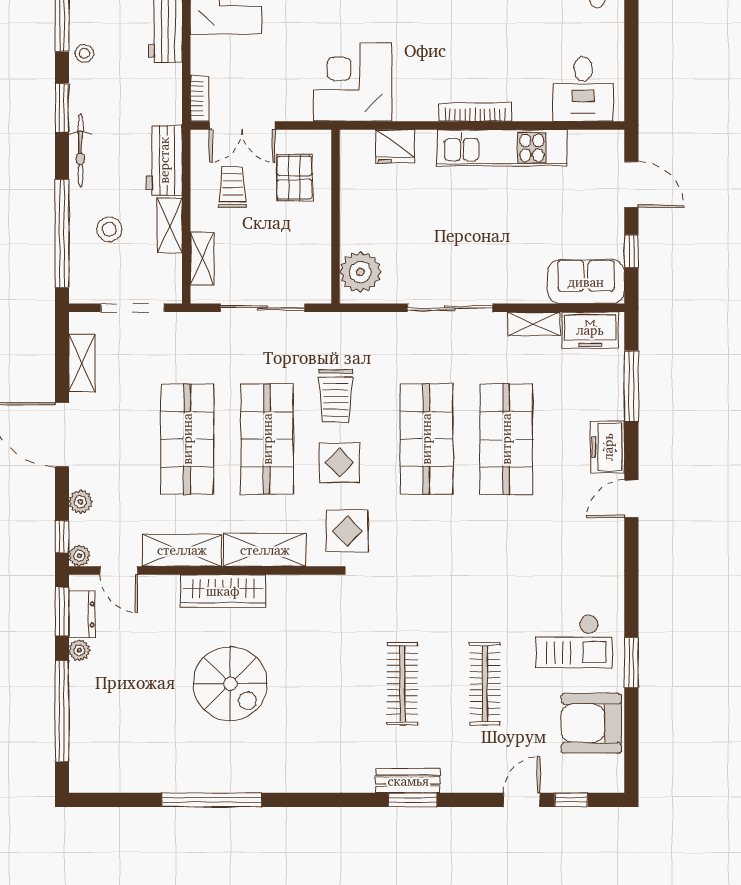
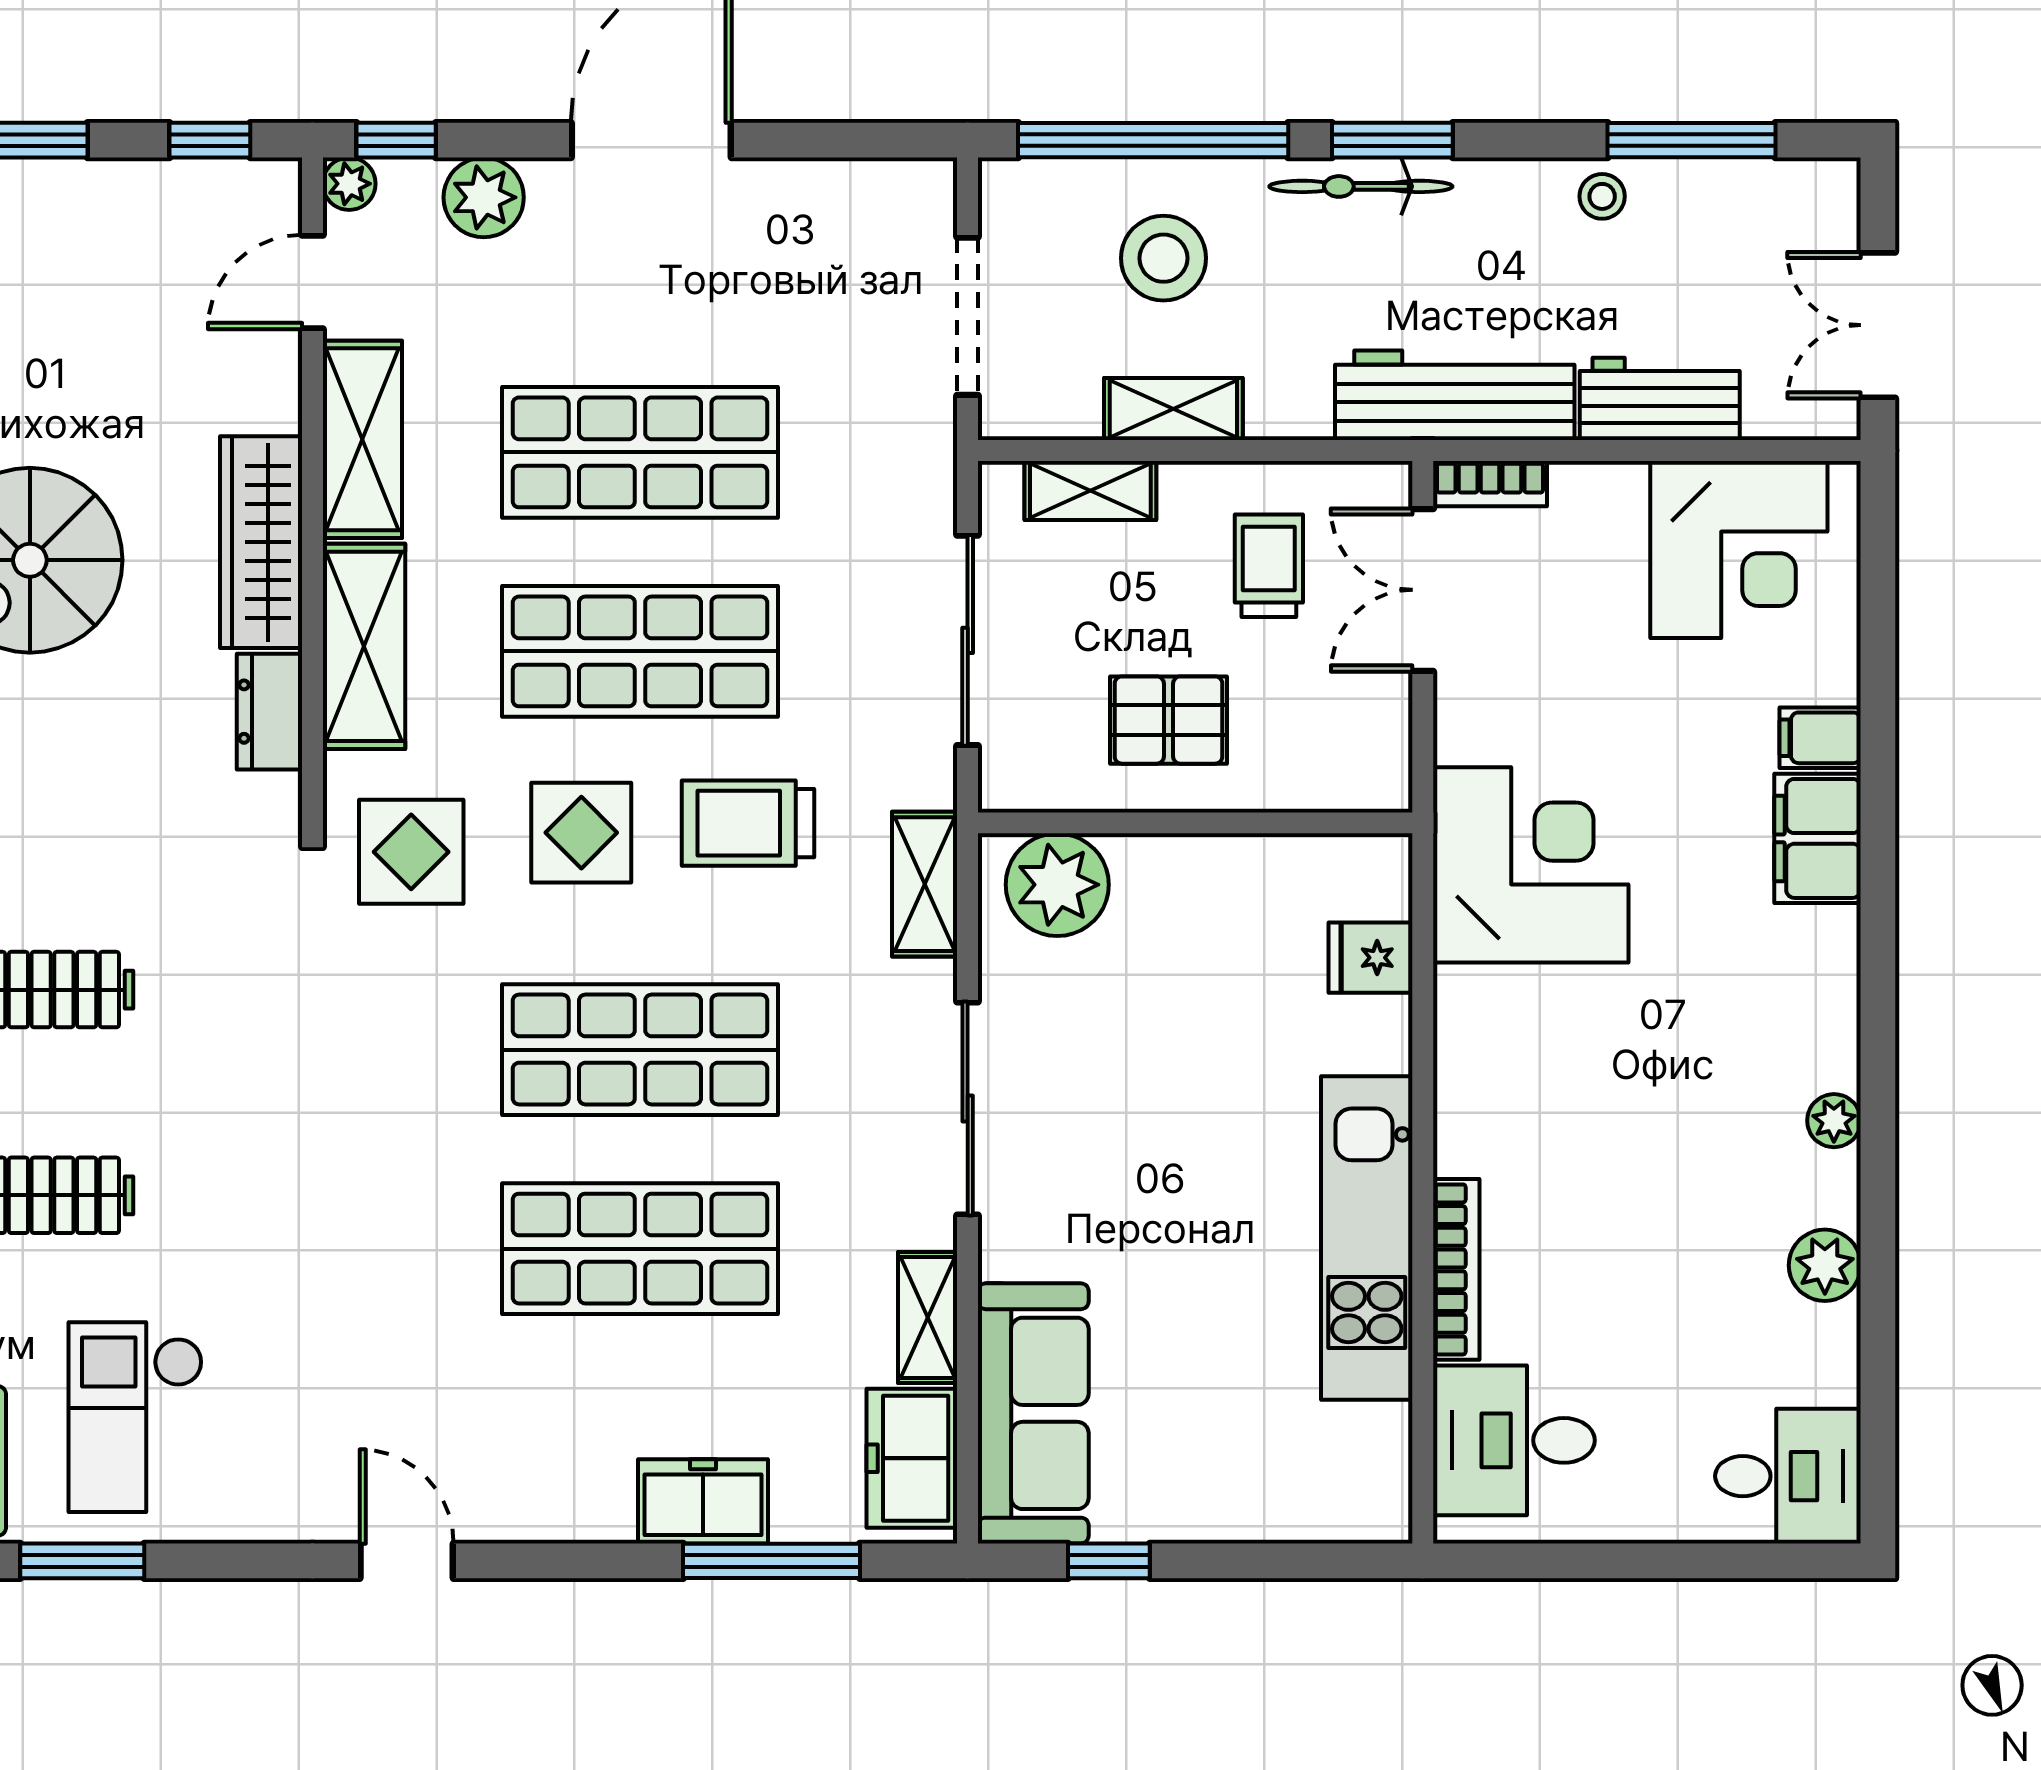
window: (62, 108) -> (1392, 140), moved
bookcase: (475, 112) -> (1456, 1269), moved
fridge: (395, 146) -> (1370, 958), width x0.72
workbench: (164, 160) -> (1455, 395), moved, width x1.38
pallet: (295, 178) -> (1168, 720), moved
door: (631, 185) -> (1275, 1561), removed
trolley: (232, 187) -> (1269, 566), turned -90
stool: (109, 229) -> (1163, 258), width x1.38, depth x1.38
sofa: (586, 282) -> (1033, 1413), width x1.36
shelving: (82, 363) -> (925, 884), moved, turned 90
freezer: (608, 447) -> (703, 1501), moved
door: (631, 499) -> (407, 1561), moved
plant: (81, 502) -> (484, 197), width x1.38, depth x1.38
window: (62, 612) -> (210, 140), width x0.67
dresser: (82, 614) -> (269, 712), moved, turned 90
plant: (79, 650) -> (113, 184), removed

